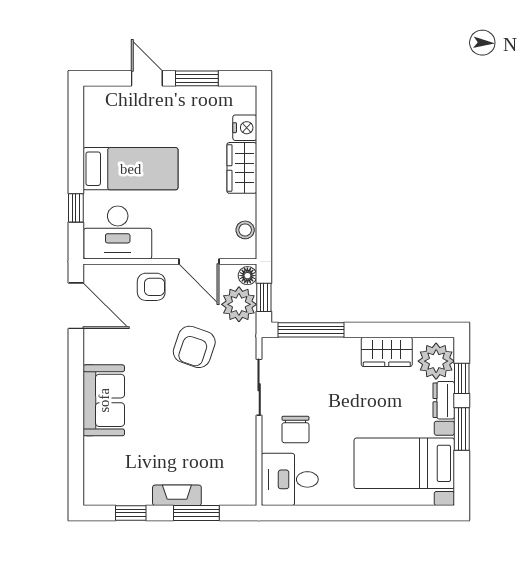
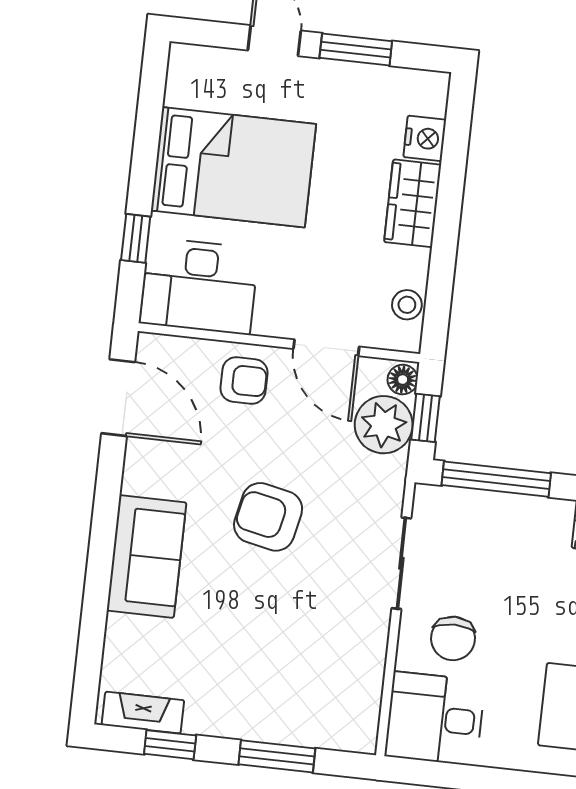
bed: (131, 169) -> (233, 167), width x1.50
armchair: (194, 347) -> (268, 517), moved, turned 83
fireplace: (177, 495) -> (143, 713), moved

